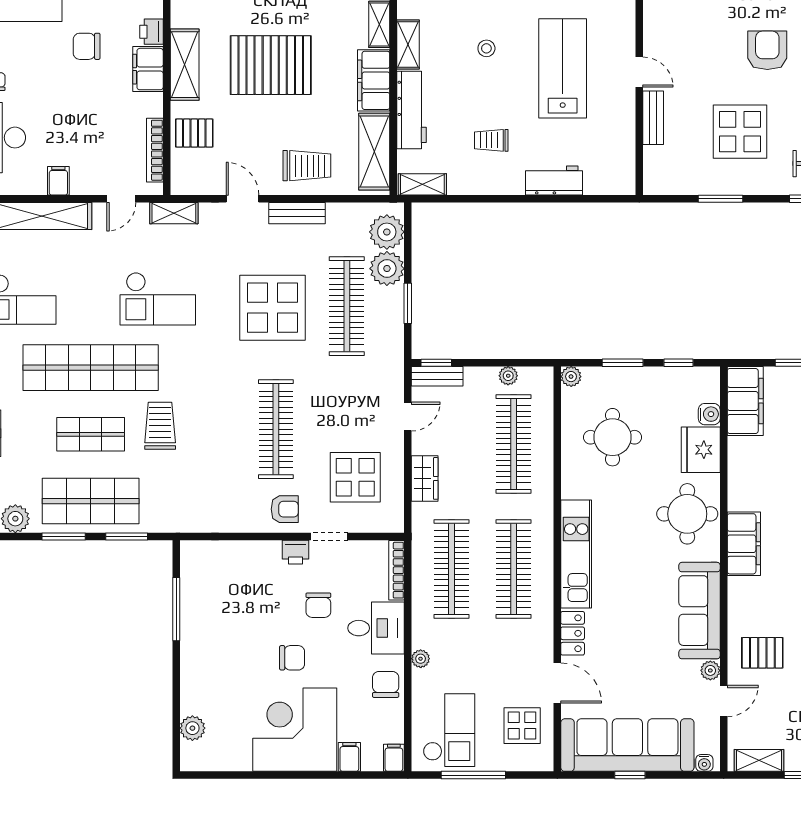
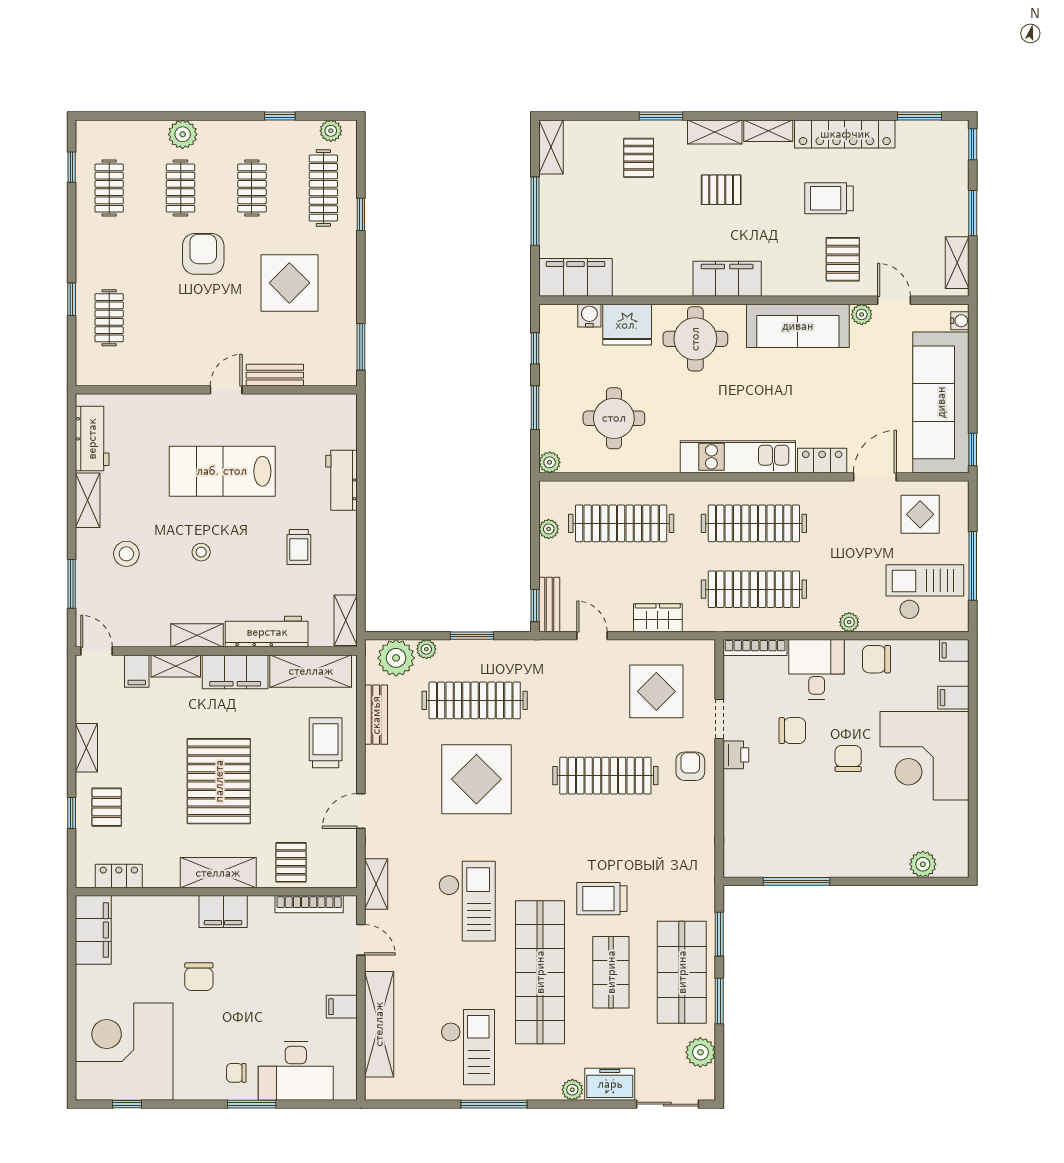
printer: (151, 32) -> (183, 908), removed
armchair: (767, 50) -> (203, 254), turned 90
window: (721, 199) -> (361, 347), moved
bench: (297, 213) -> (376, 715), moved
plant: (387, 269) -> (426, 649), width x0.53, depth x0.53
window: (630, 775) -> (973, 449), moved

